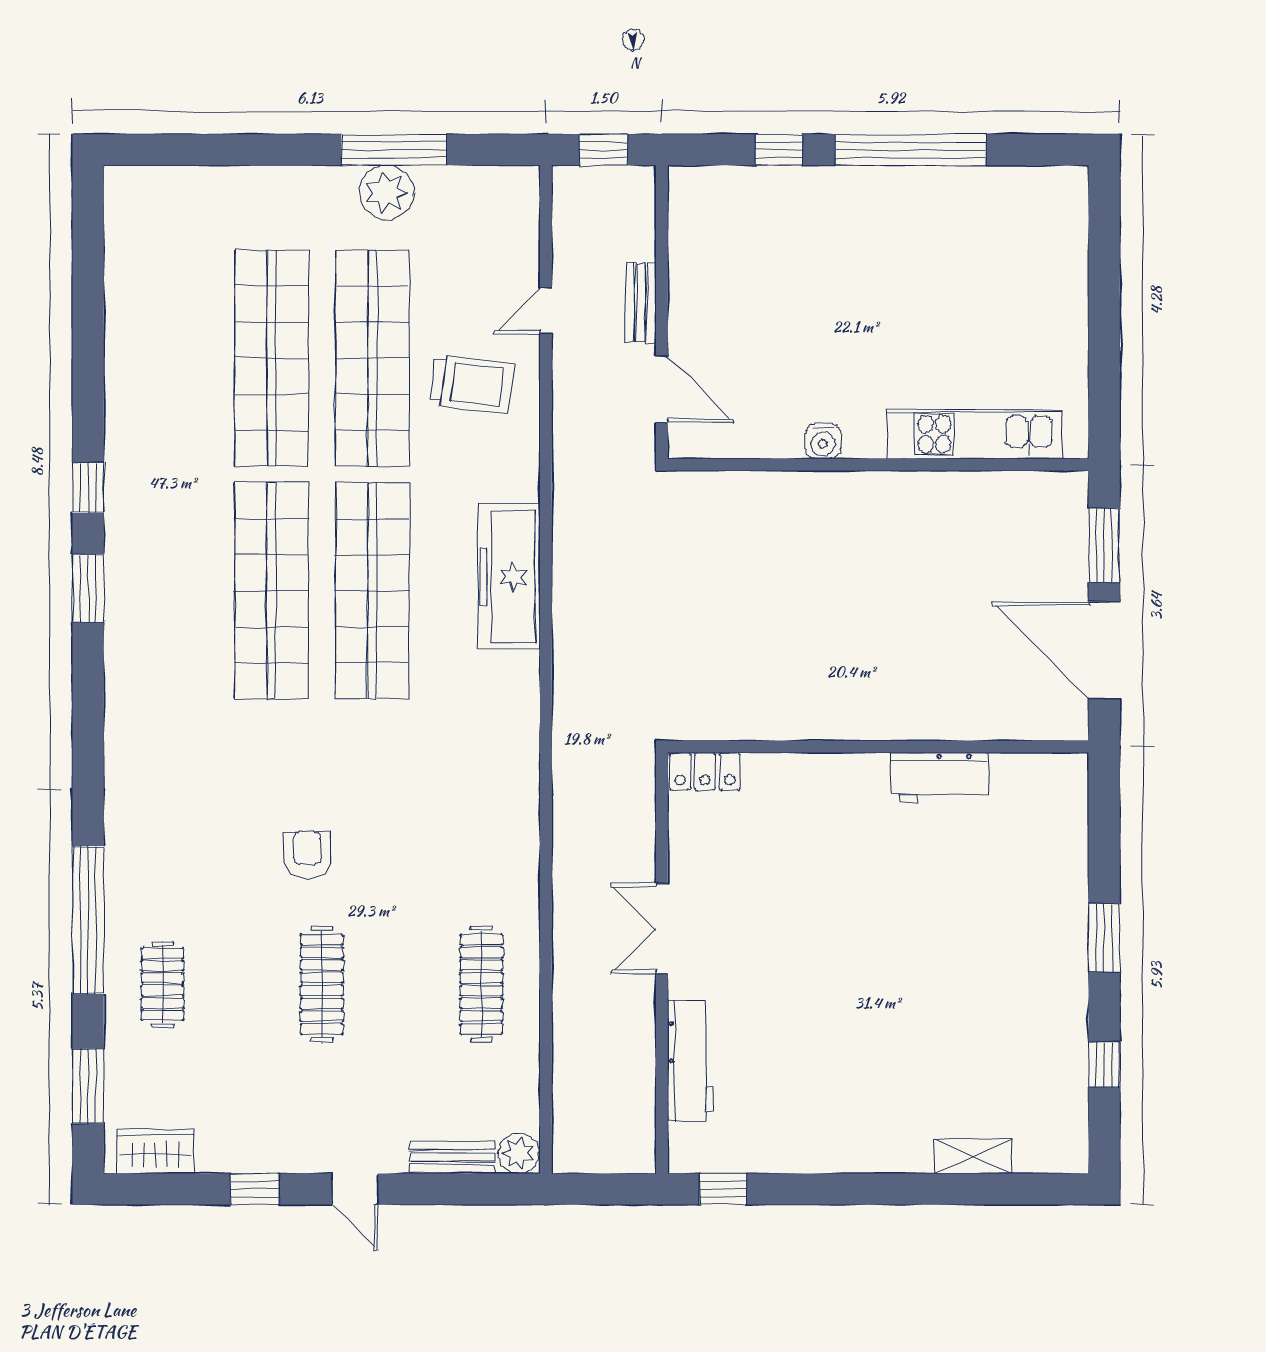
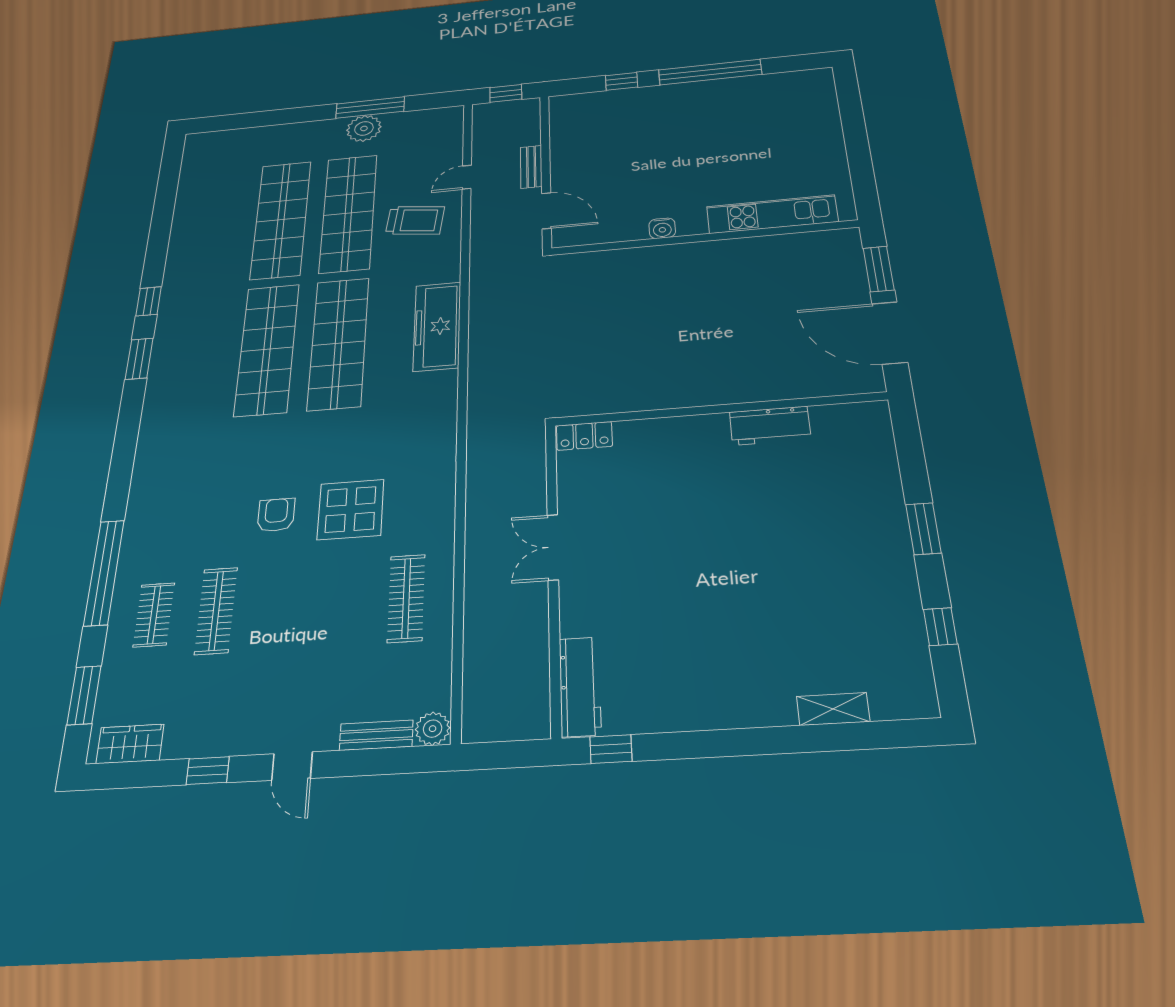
display table: (404, 854) -> (351, 509), added
clothes rail: (322, 984) -> (216, 611), moved
workbench: (690, 1060) -> (580, 686), moved

